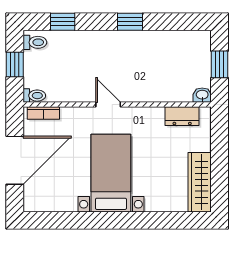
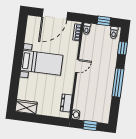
window: (130, 22) -> (118, 83), width x2.17
door: (15, 160) -> (55, 14), hinge flipped
wardrobe: (200, 182) -> (26, 107), width x0.67

